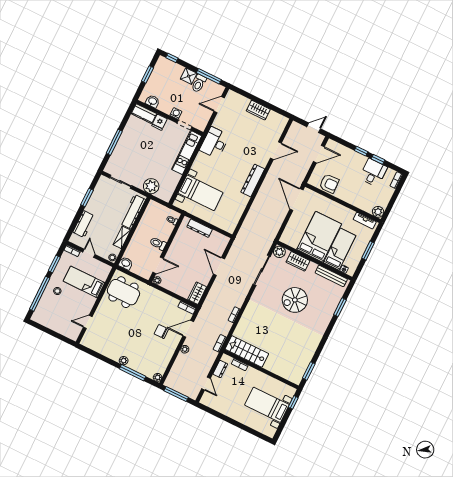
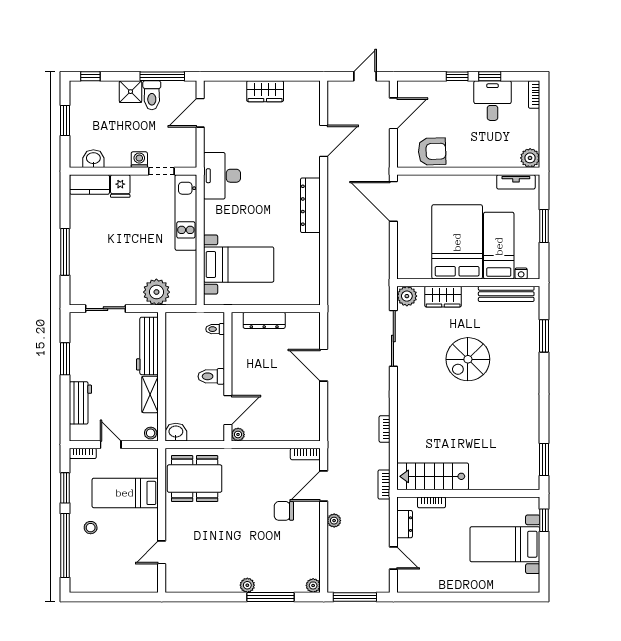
wardrobe: (197, 293) -> (310, 424), removed

